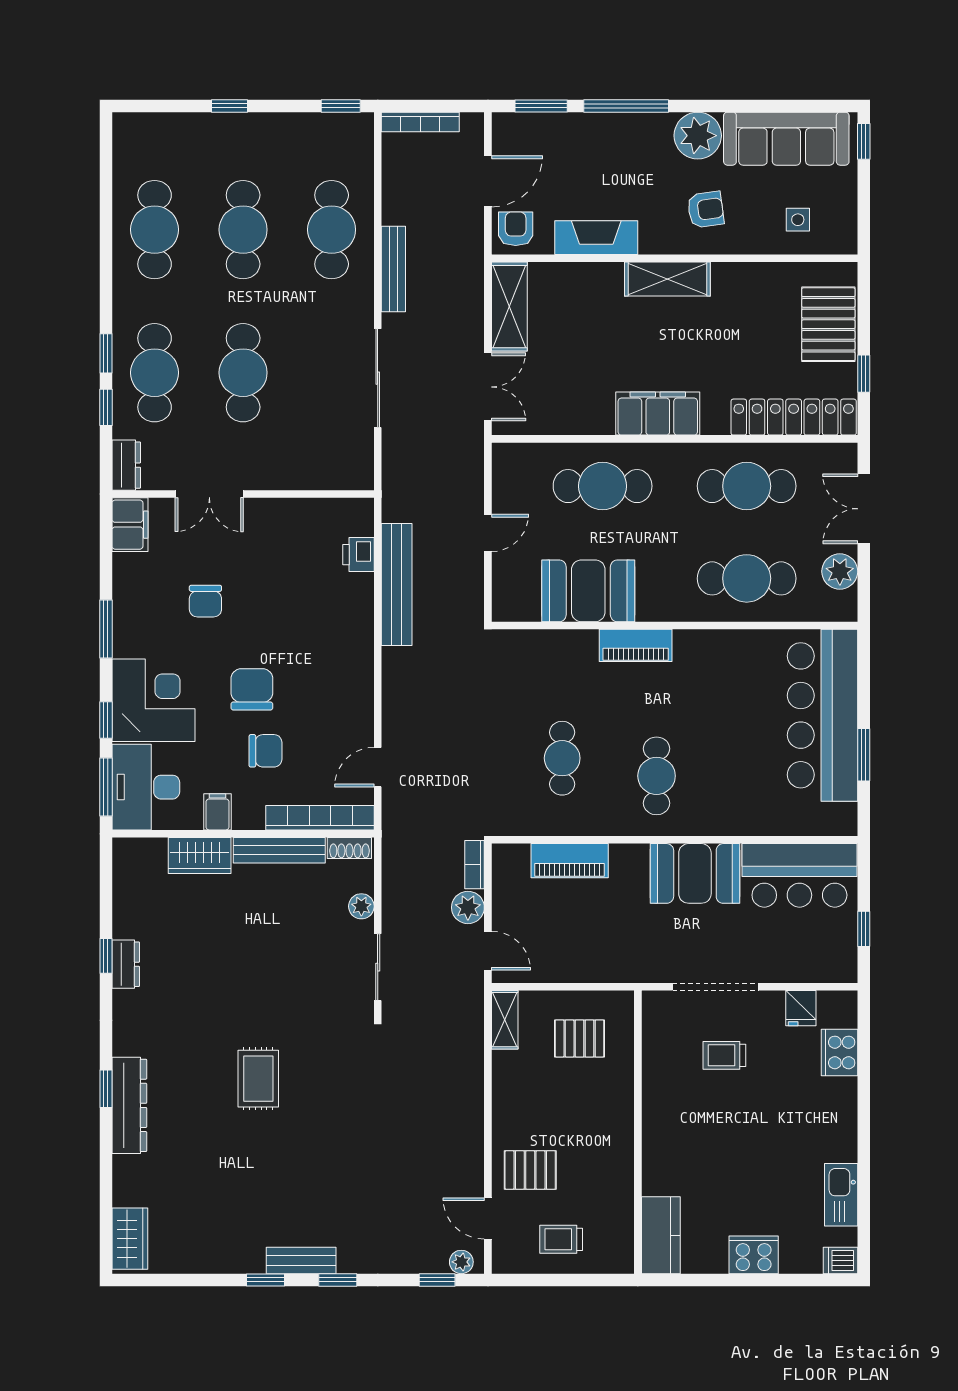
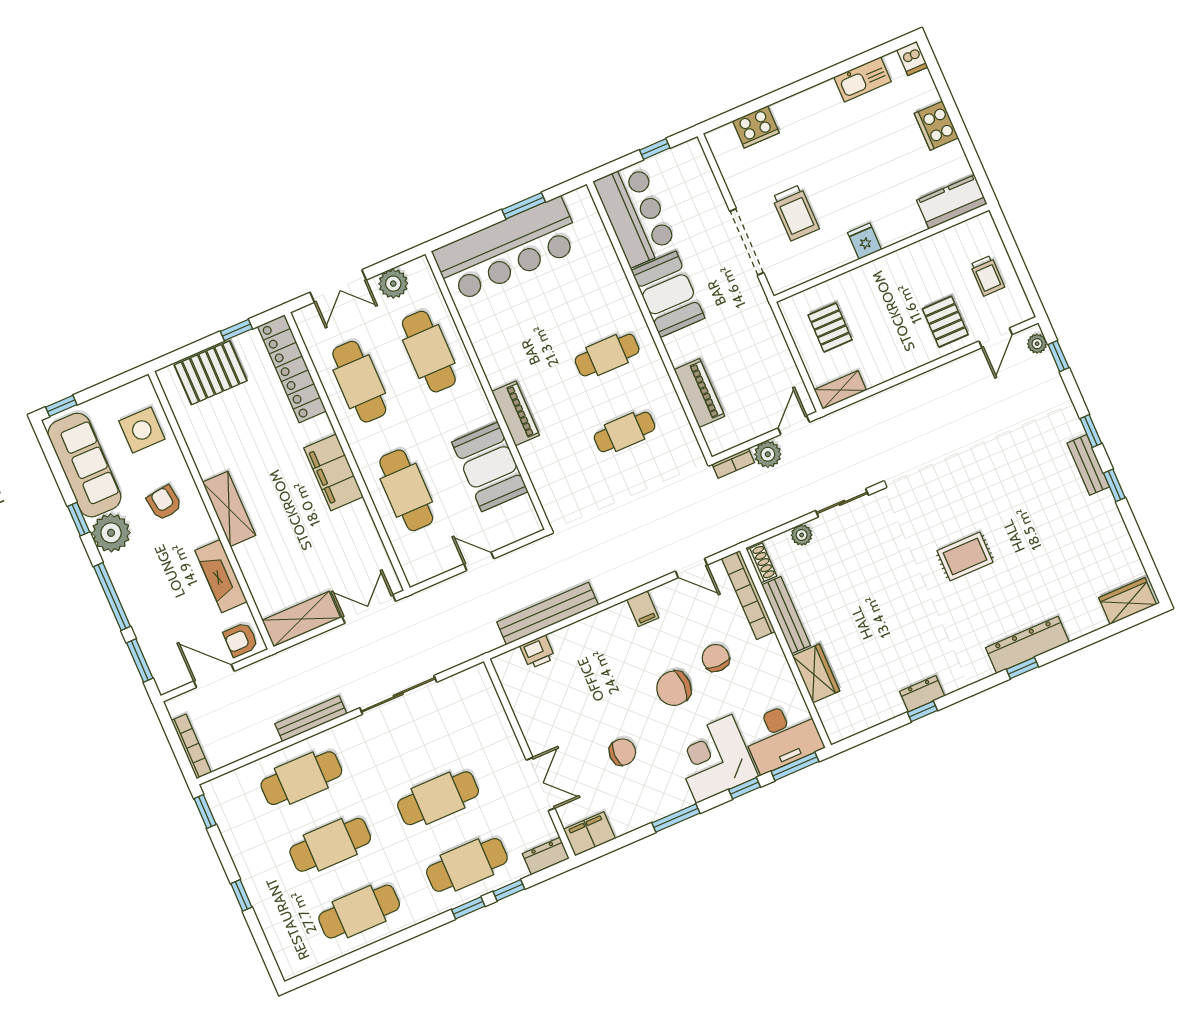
window: (729, 106) -> (79, 519), added
side table: (798, 220) -> (142, 430), width x1.87, depth x1.87
filing cabinet: (218, 812) -> (643, 609), moved, turned -90
fridge: (801, 1008) -> (864, 241), moved, turned -90
trolley: (724, 1055) -> (796, 213), width x1.36, depth x1.39

